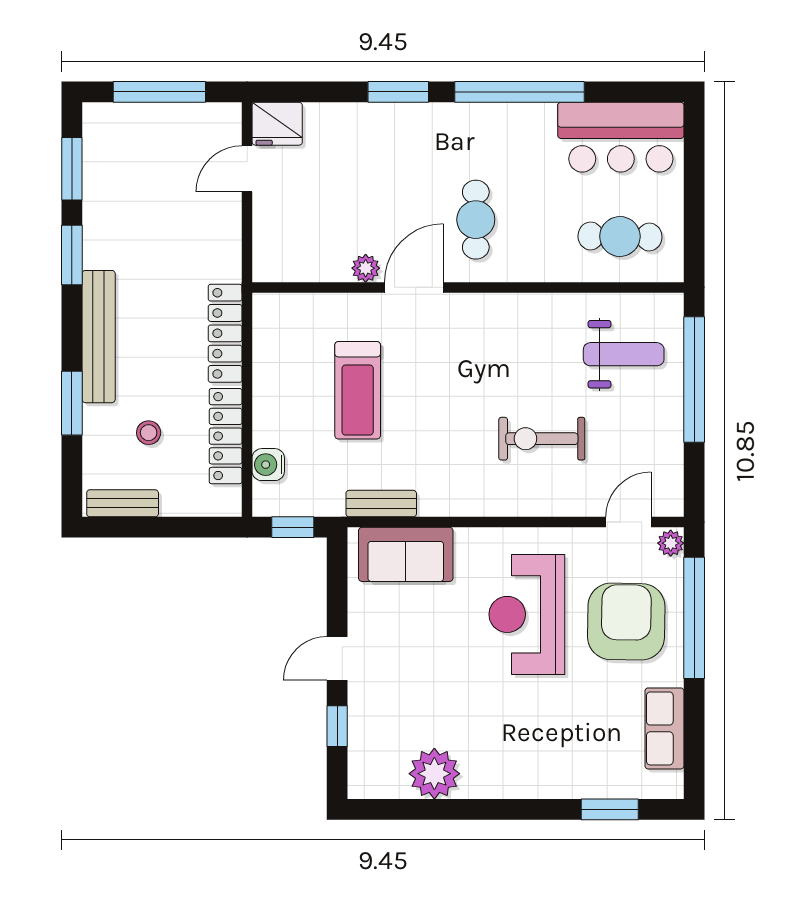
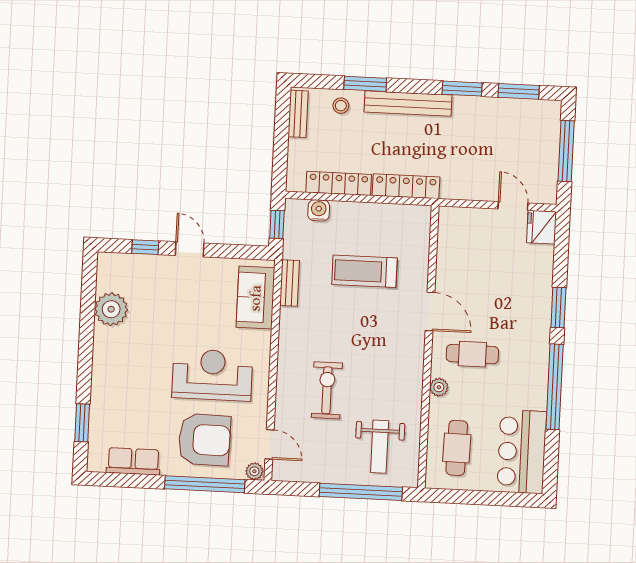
plant: (366, 268) -> (439, 387), moved
stool: (149, 433) -> (341, 106), moved

